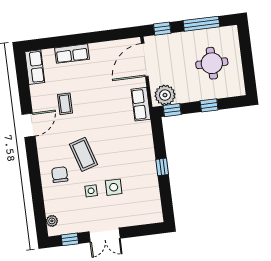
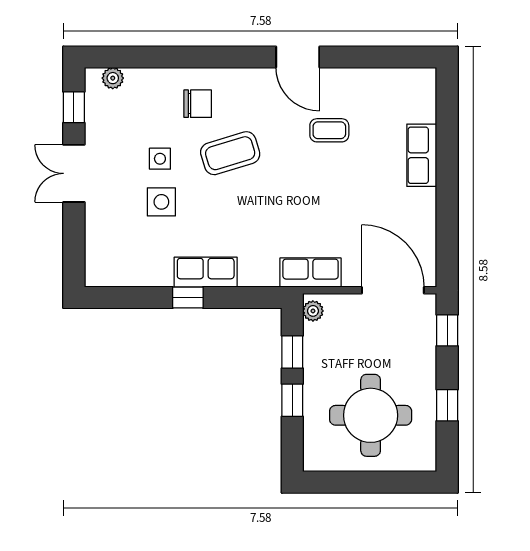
window: (201, 24) -> (447, 405), width x0.46
round table: (212, 63) -> (371, 415), width x1.36, depth x1.36
row of seats: (35, 67) -> (206, 272), moved, turned 180
plant: (165, 95) -> (313, 311), width x0.53, depth x0.53
window: (172, 110) -> (292, 352), moved

